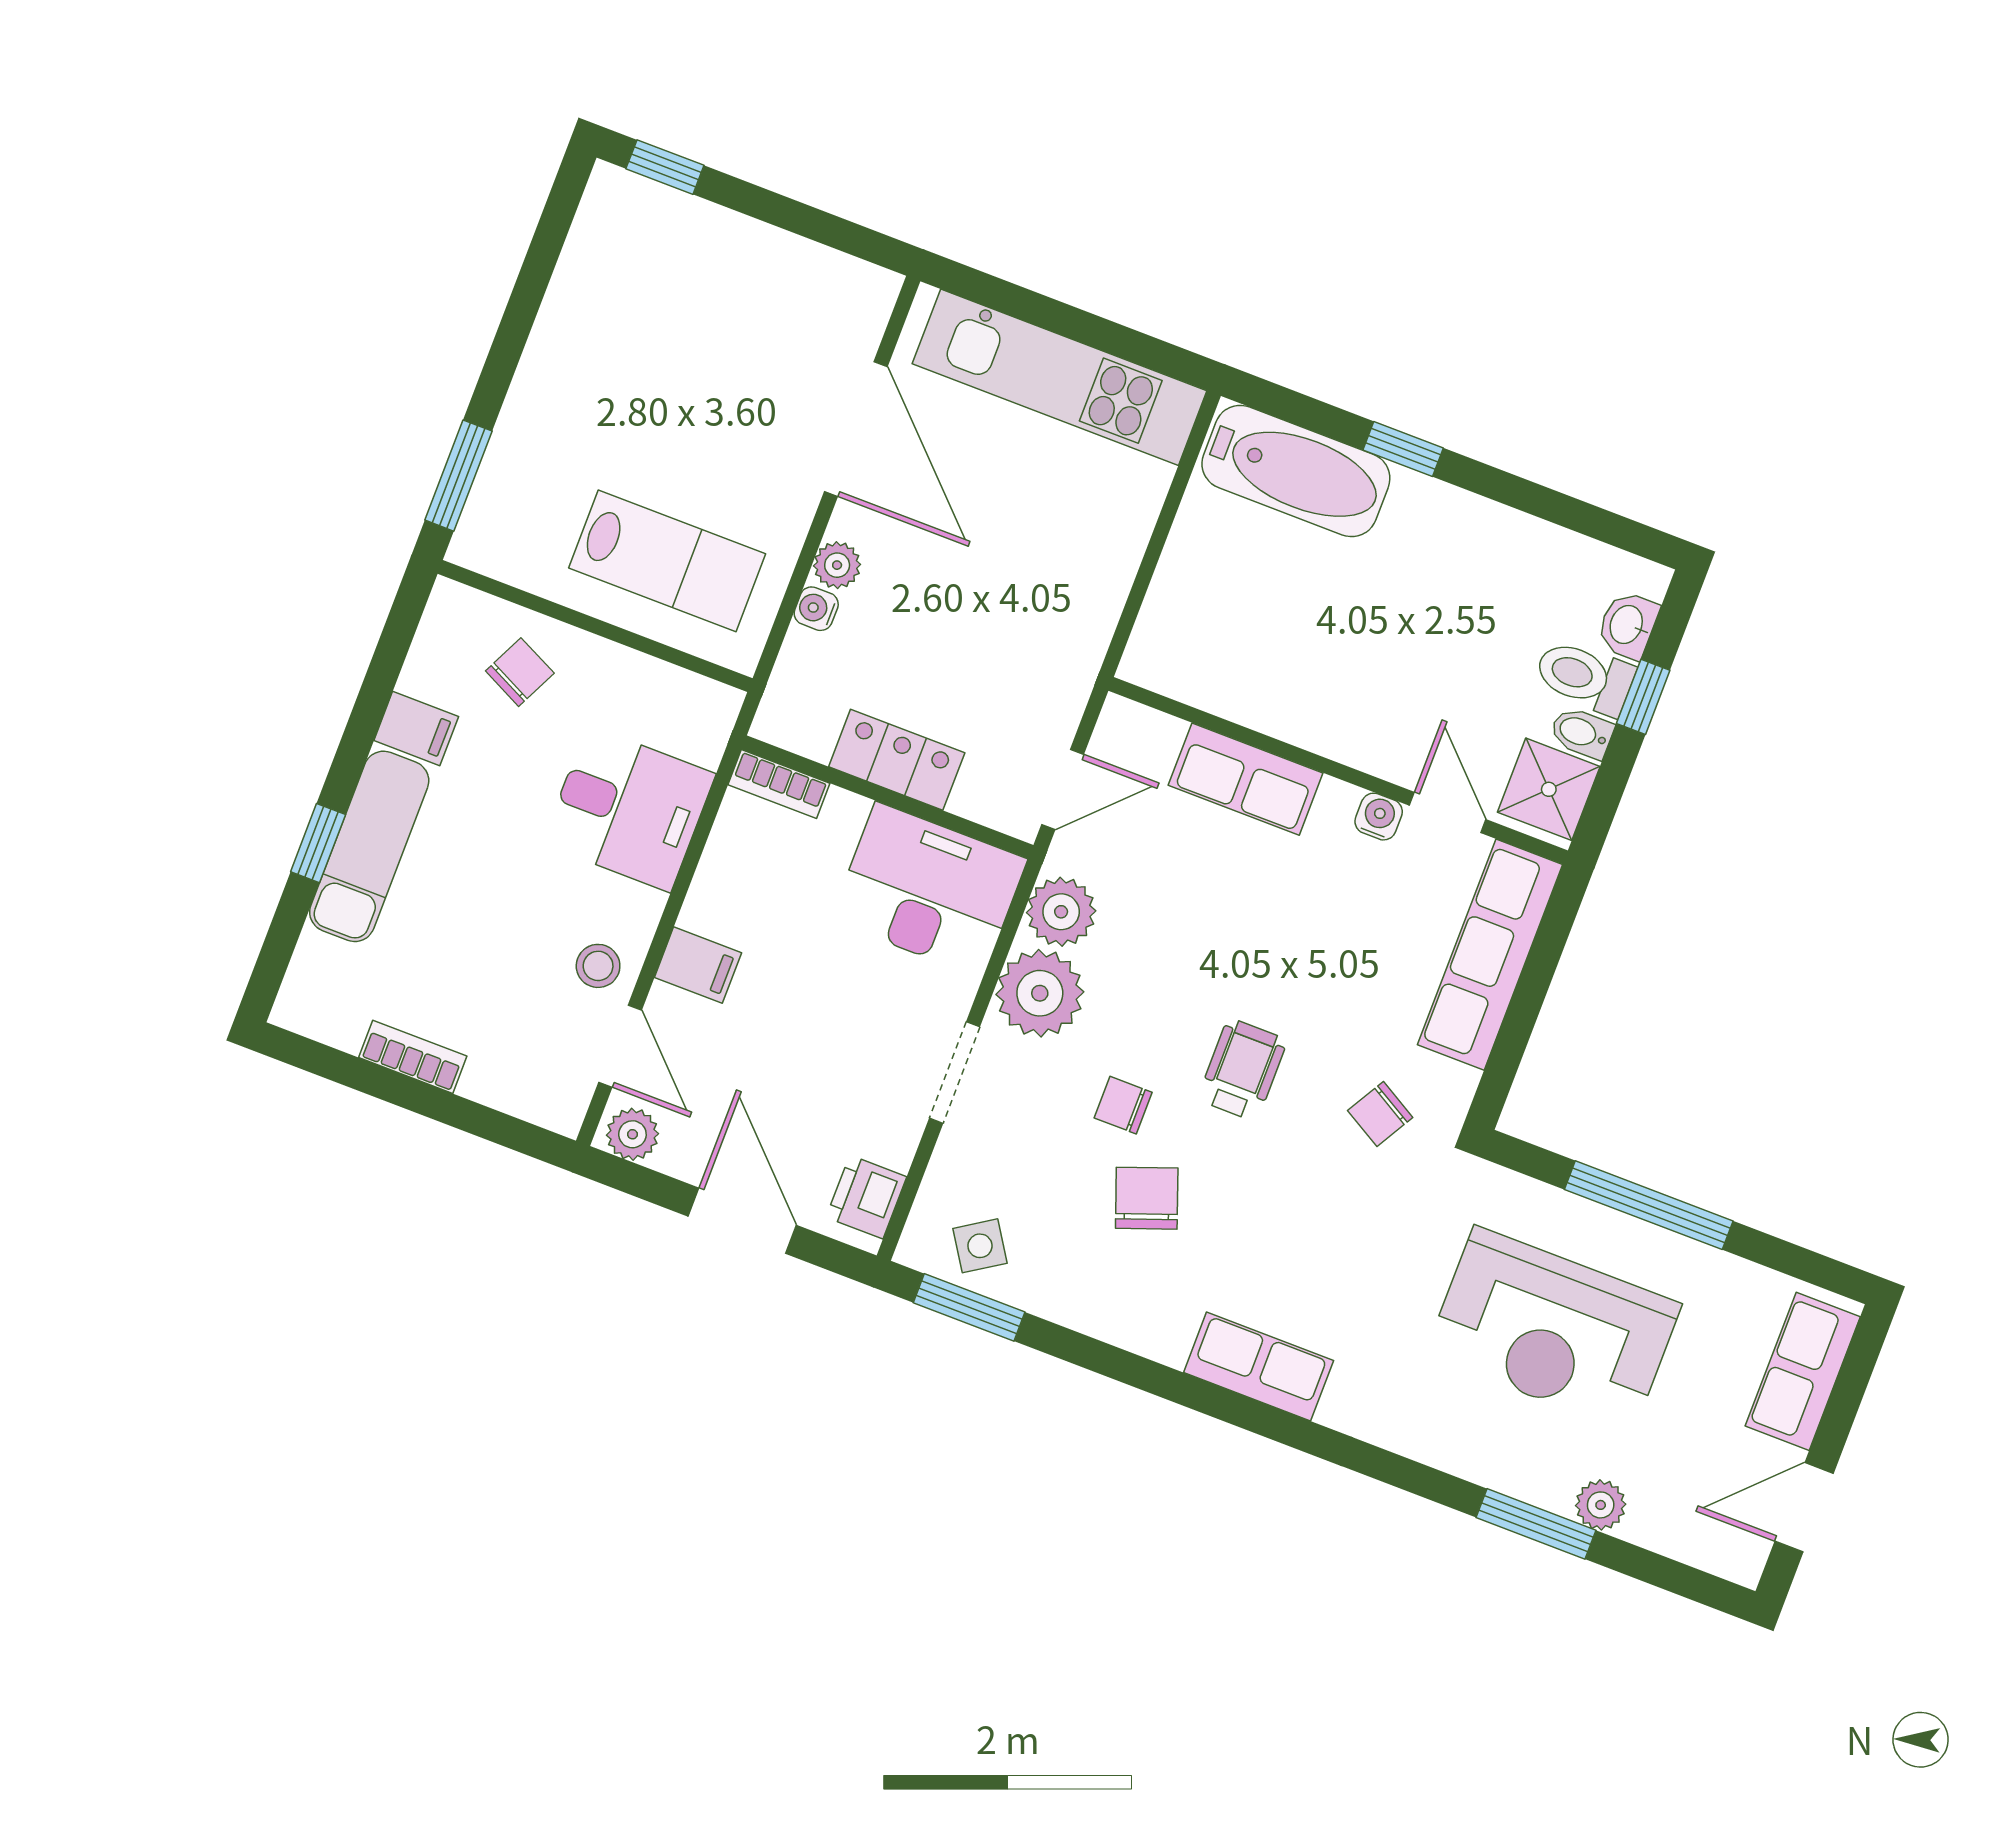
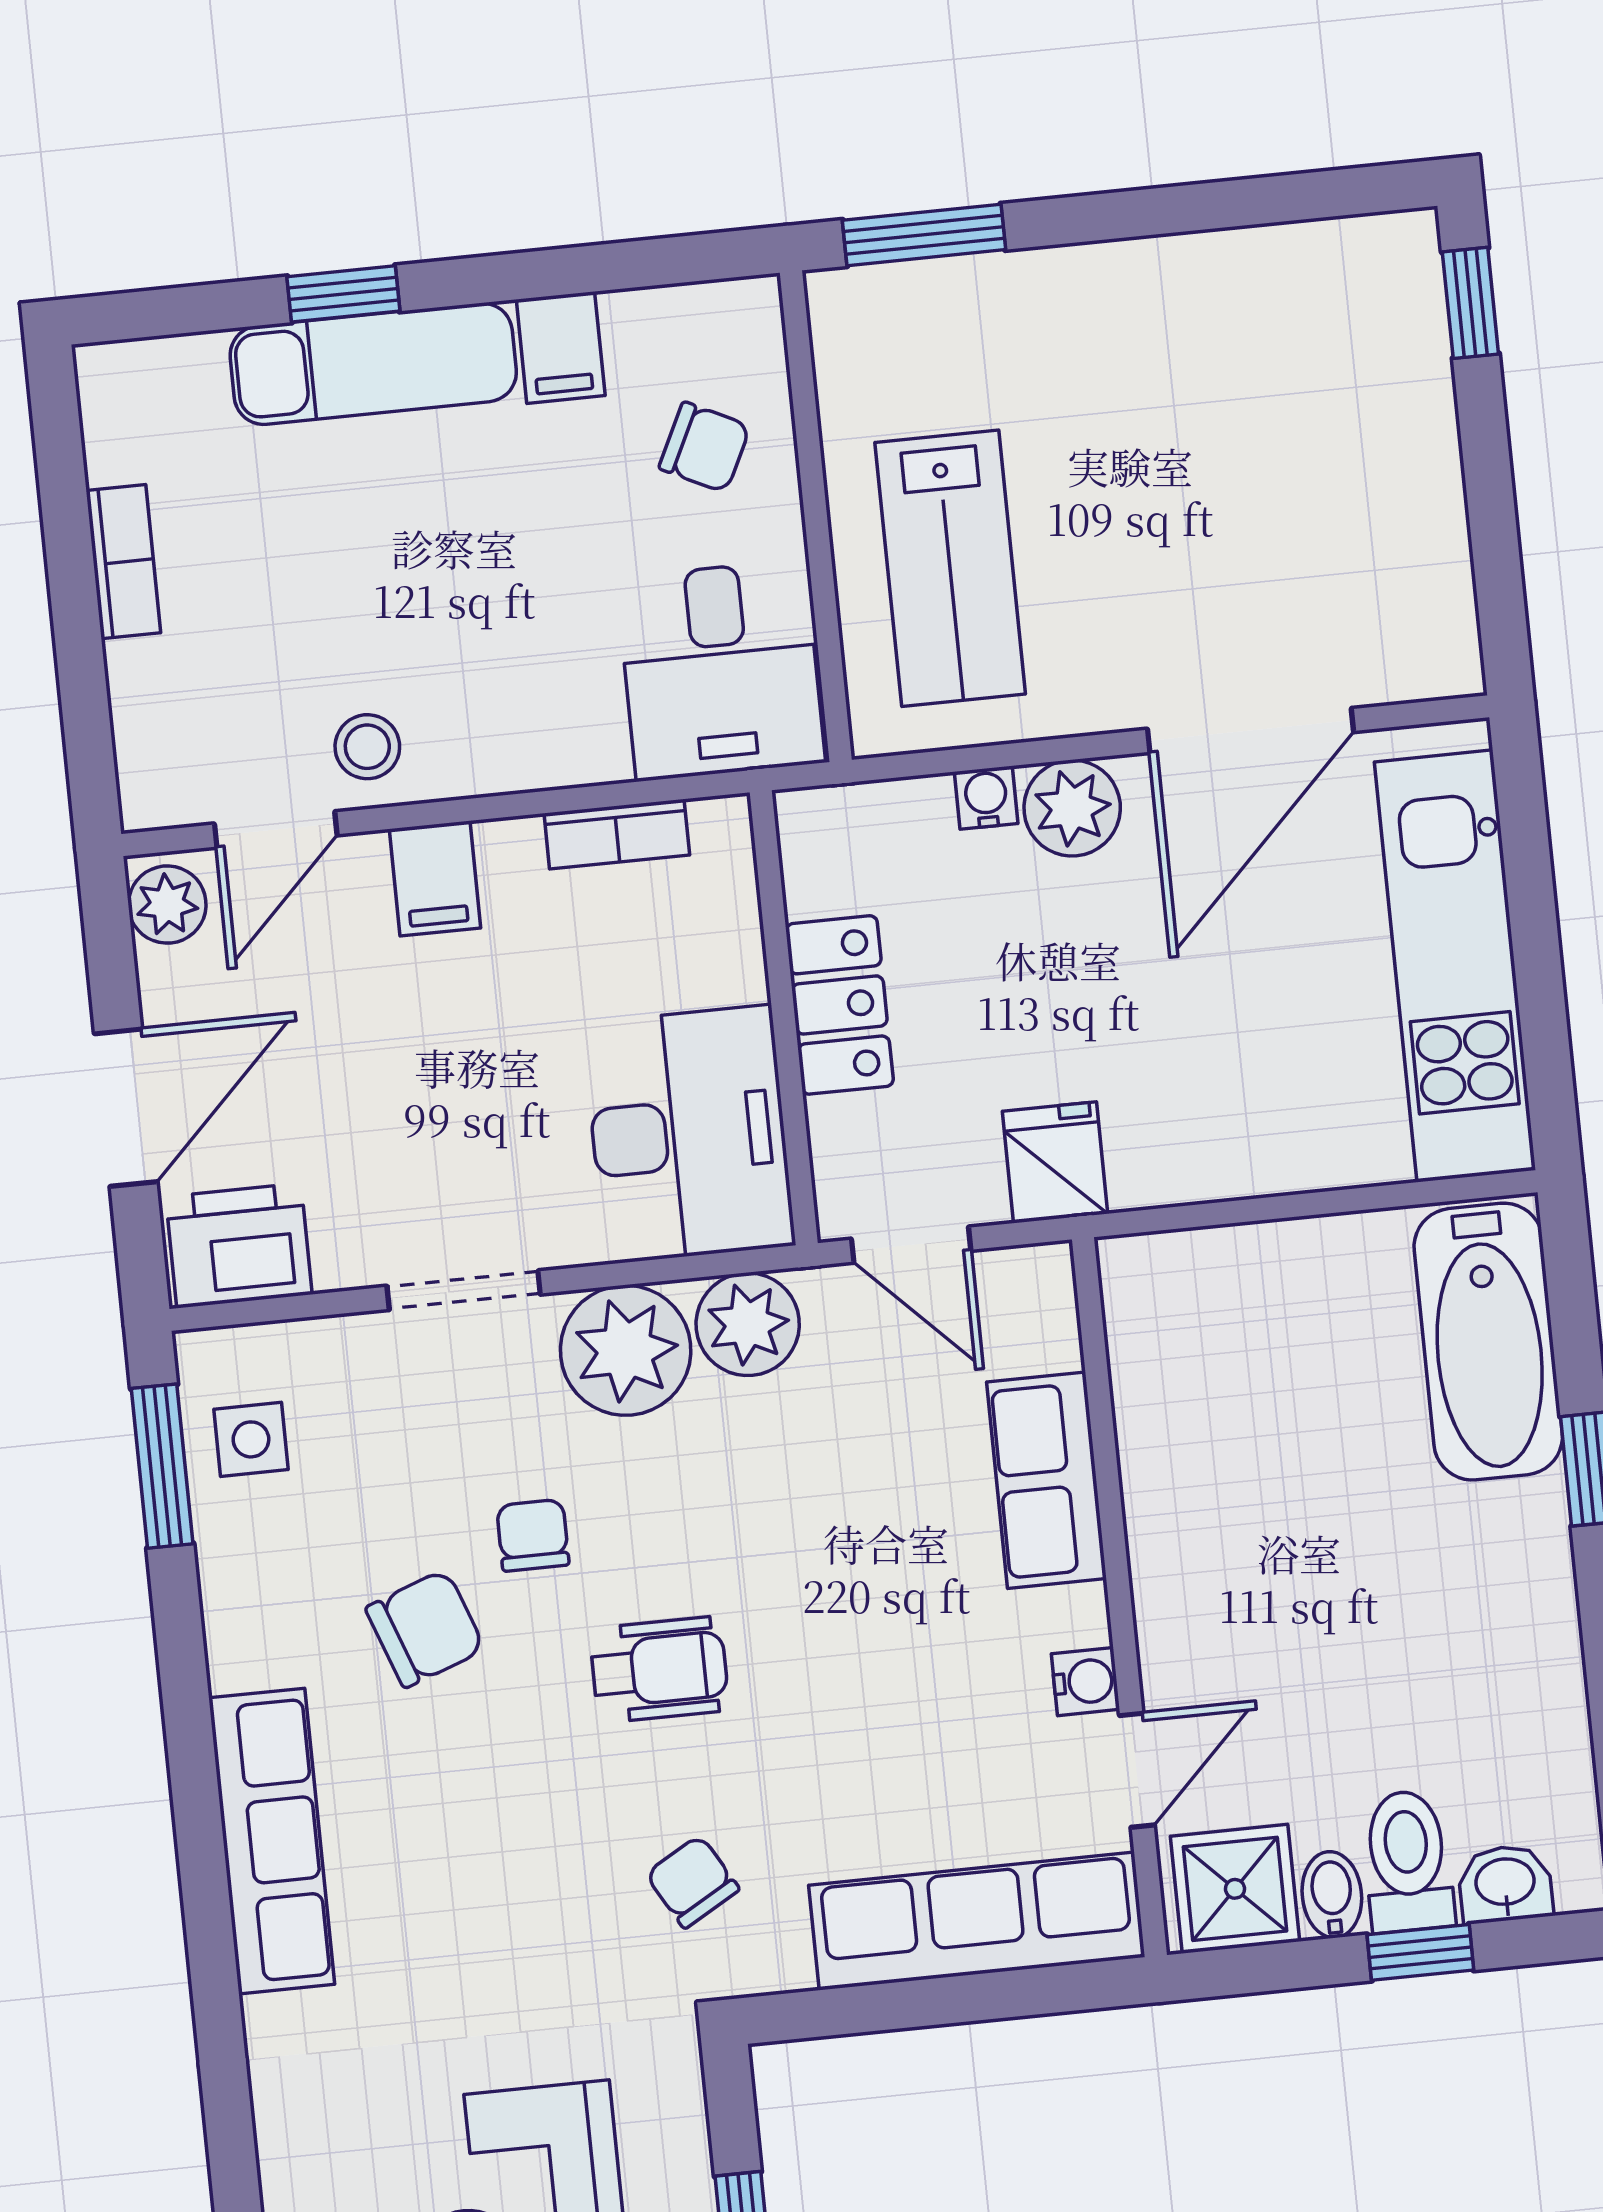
plant: (837, 565) -> (1072, 808), width x1.38, depth x1.38
fridge: (1057, 678) -> (1055, 1162), added
bookcase: (779, 784) -> (617, 834), moved, turned -90
desk: (629, 809) -> (721, 670), moved
chair: (1380, 1114) -> (692, 1882), turned 30
printer: (866, 1197) -> (239, 1246), width x1.36, depth x1.24
side table: (980, 1246) -> (251, 1439), turned 33
row of seats: (1259, 1367) -> (272, 1841), width x1.48

